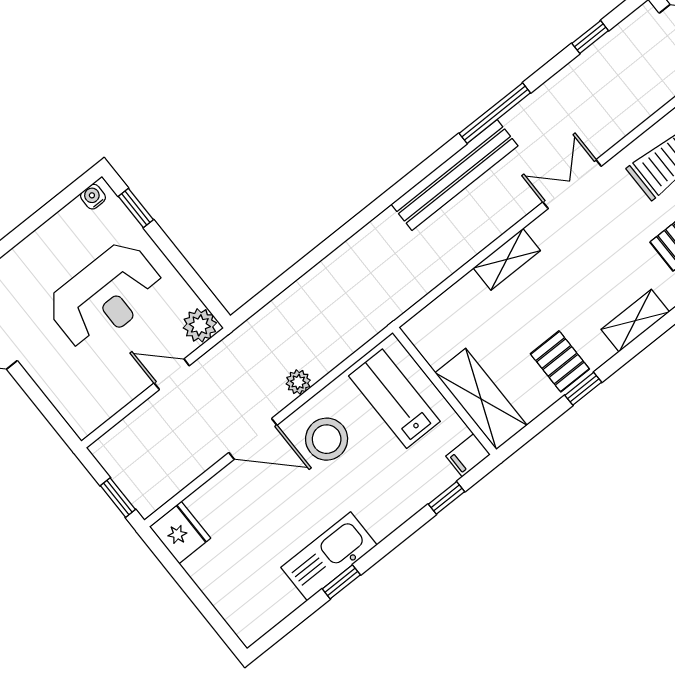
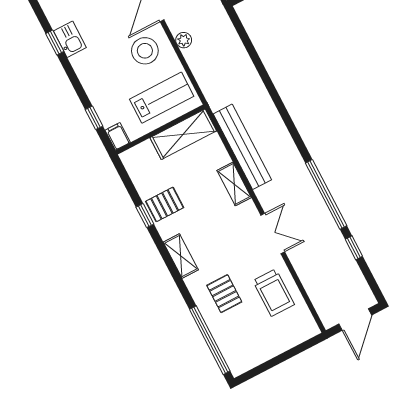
window: (590, 37) -> (354, 248), moved
window: (495, 113) -> (326, 194), width x1.46
bench: (455, 175) -> (242, 147), moved
shelving: (481, 399) -> (183, 134), moved
kitchen sink: (329, 556) -> (70, 39), width x0.53, depth x0.81

